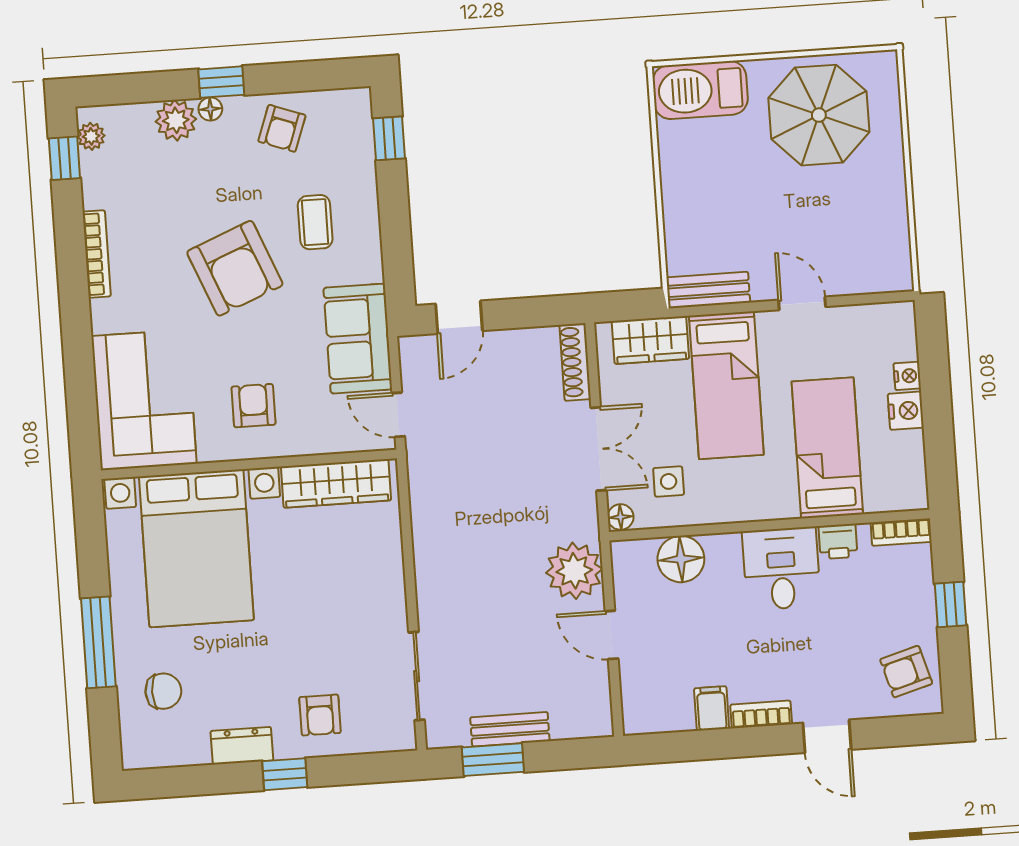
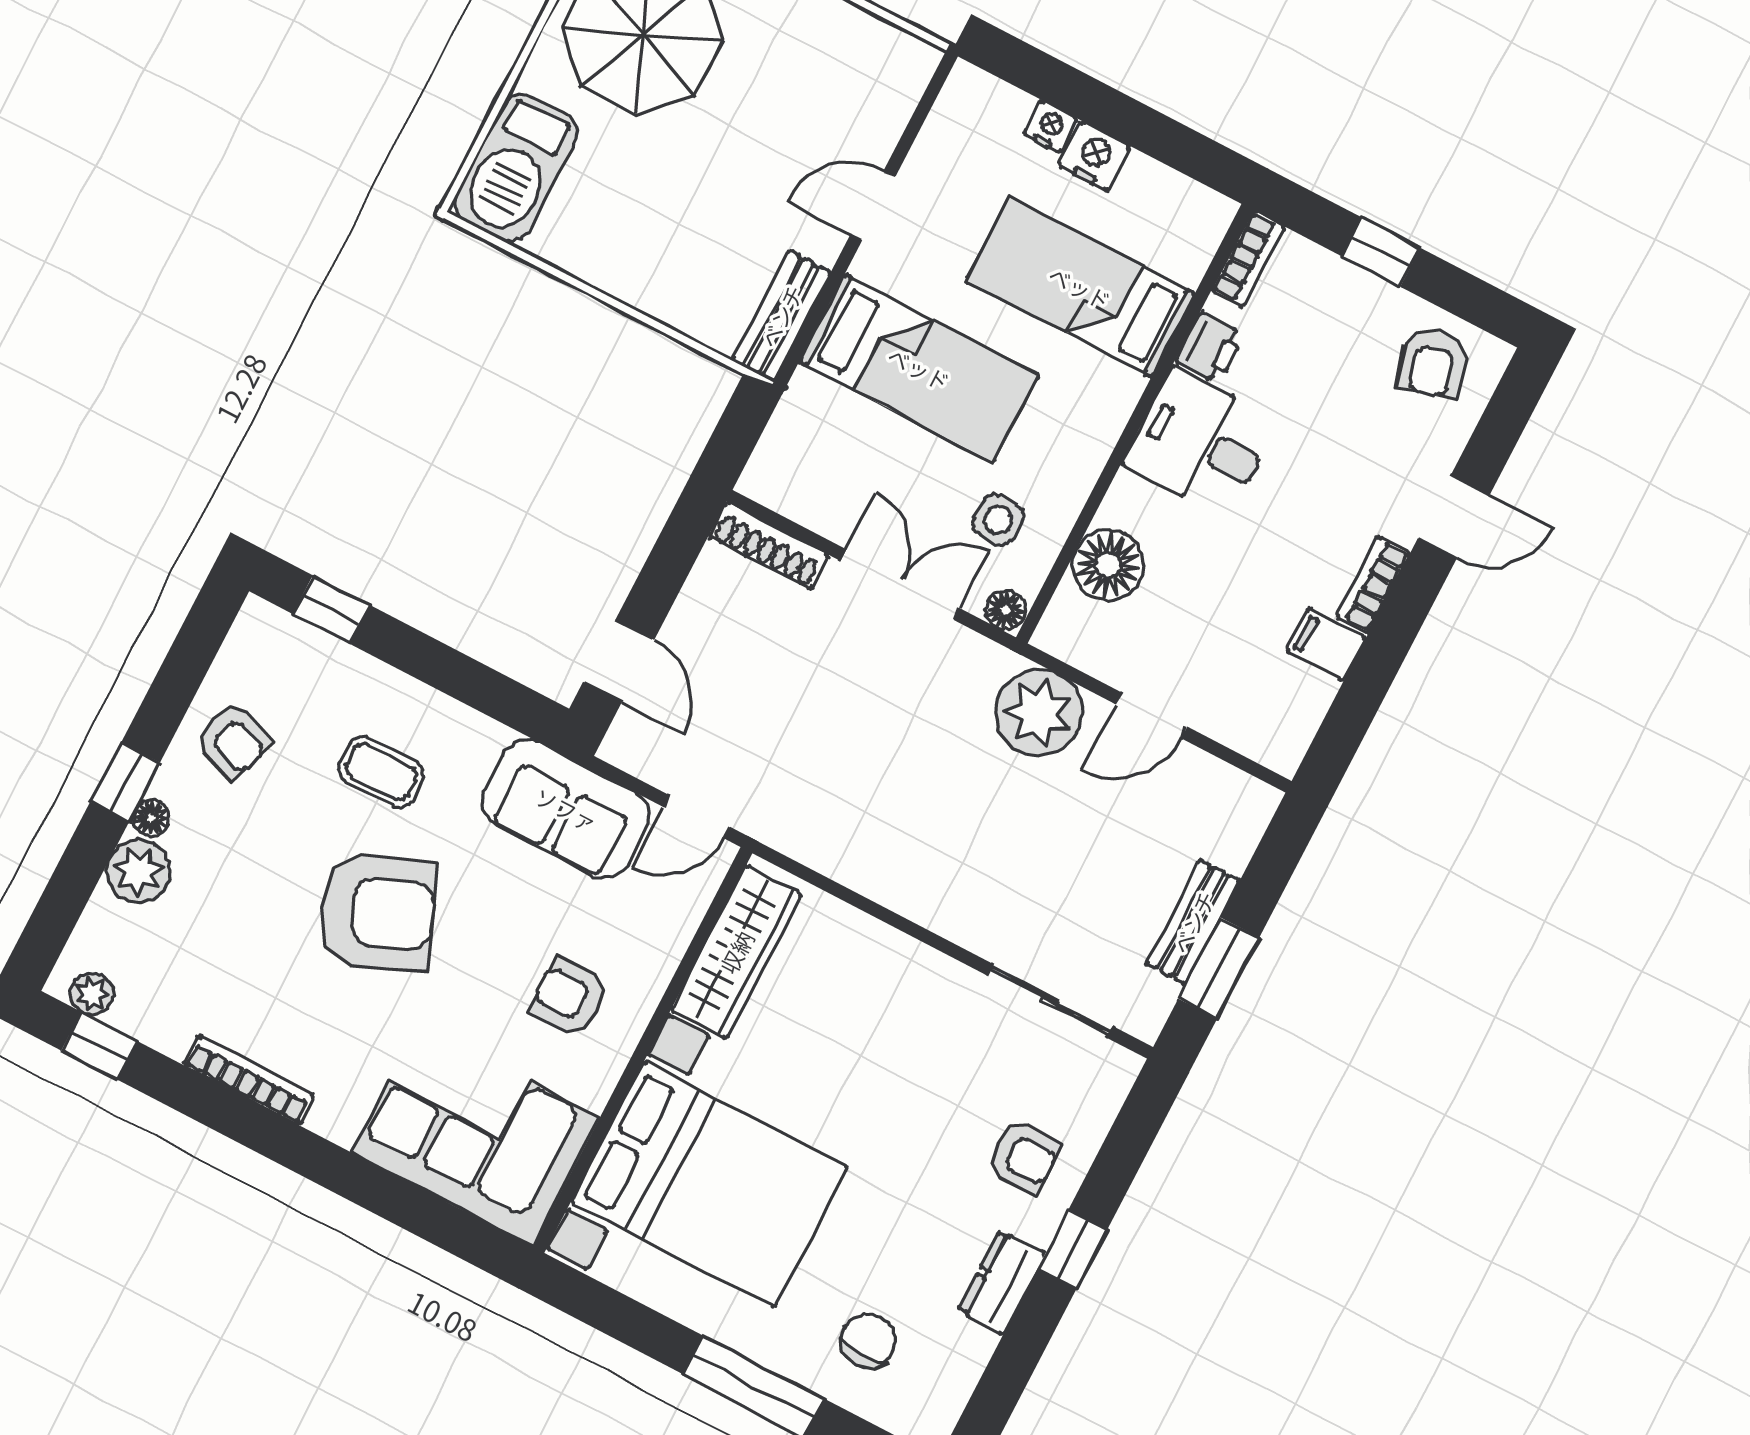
wardrobe: (650, 340) -> (800, 431), removed

